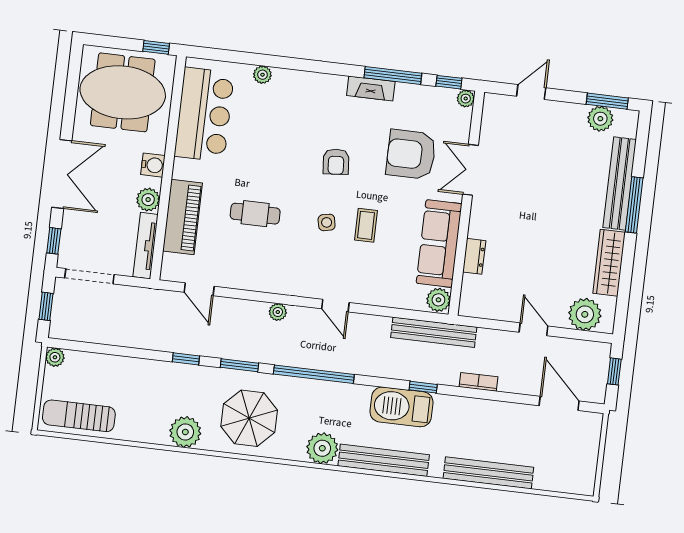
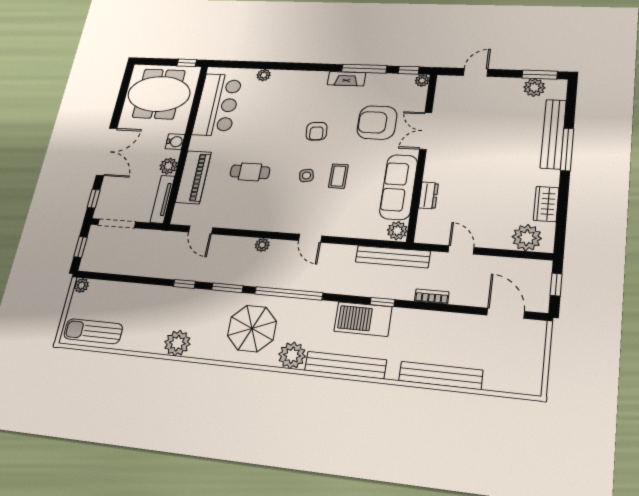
wardrobe: (609, 263) -> (546, 204), width x0.67
door: (534, 329) -> (461, 250), moved
parasol: (249, 418) -> (252, 328), moved

